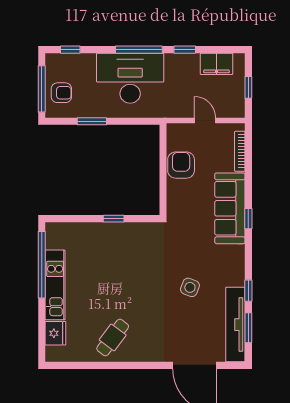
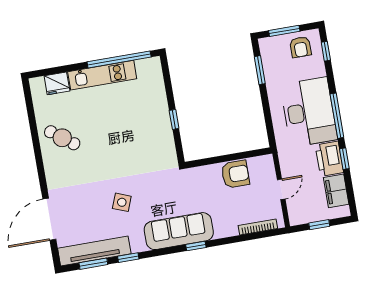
printer: (182, 65) -> (329, 159), added
window: (42, 89) -> (284, 31), width x0.69
armchair: (61, 93) -> (300, 47), moved
window: (92, 121) -> (260, 70), moved
sofa: (230, 208) -> (179, 231), moved

